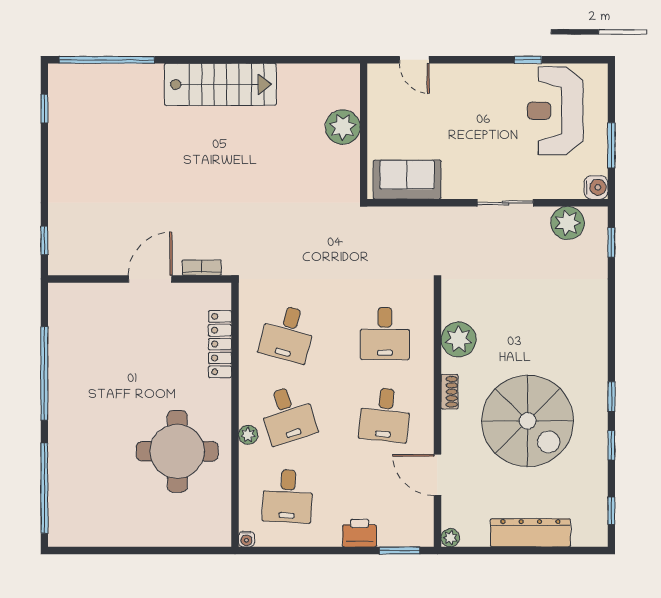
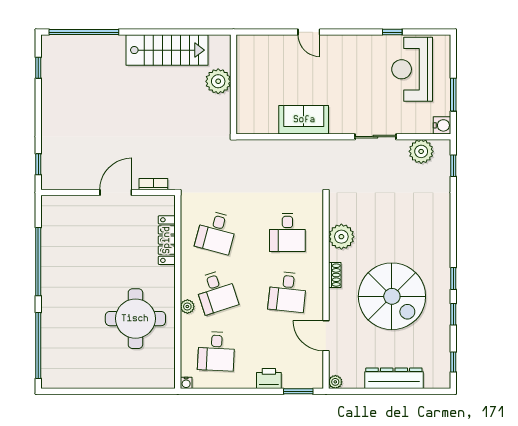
plant: (343, 127) -> (218, 81), moved
wall: (364, 131) -> (234, 84), moved

